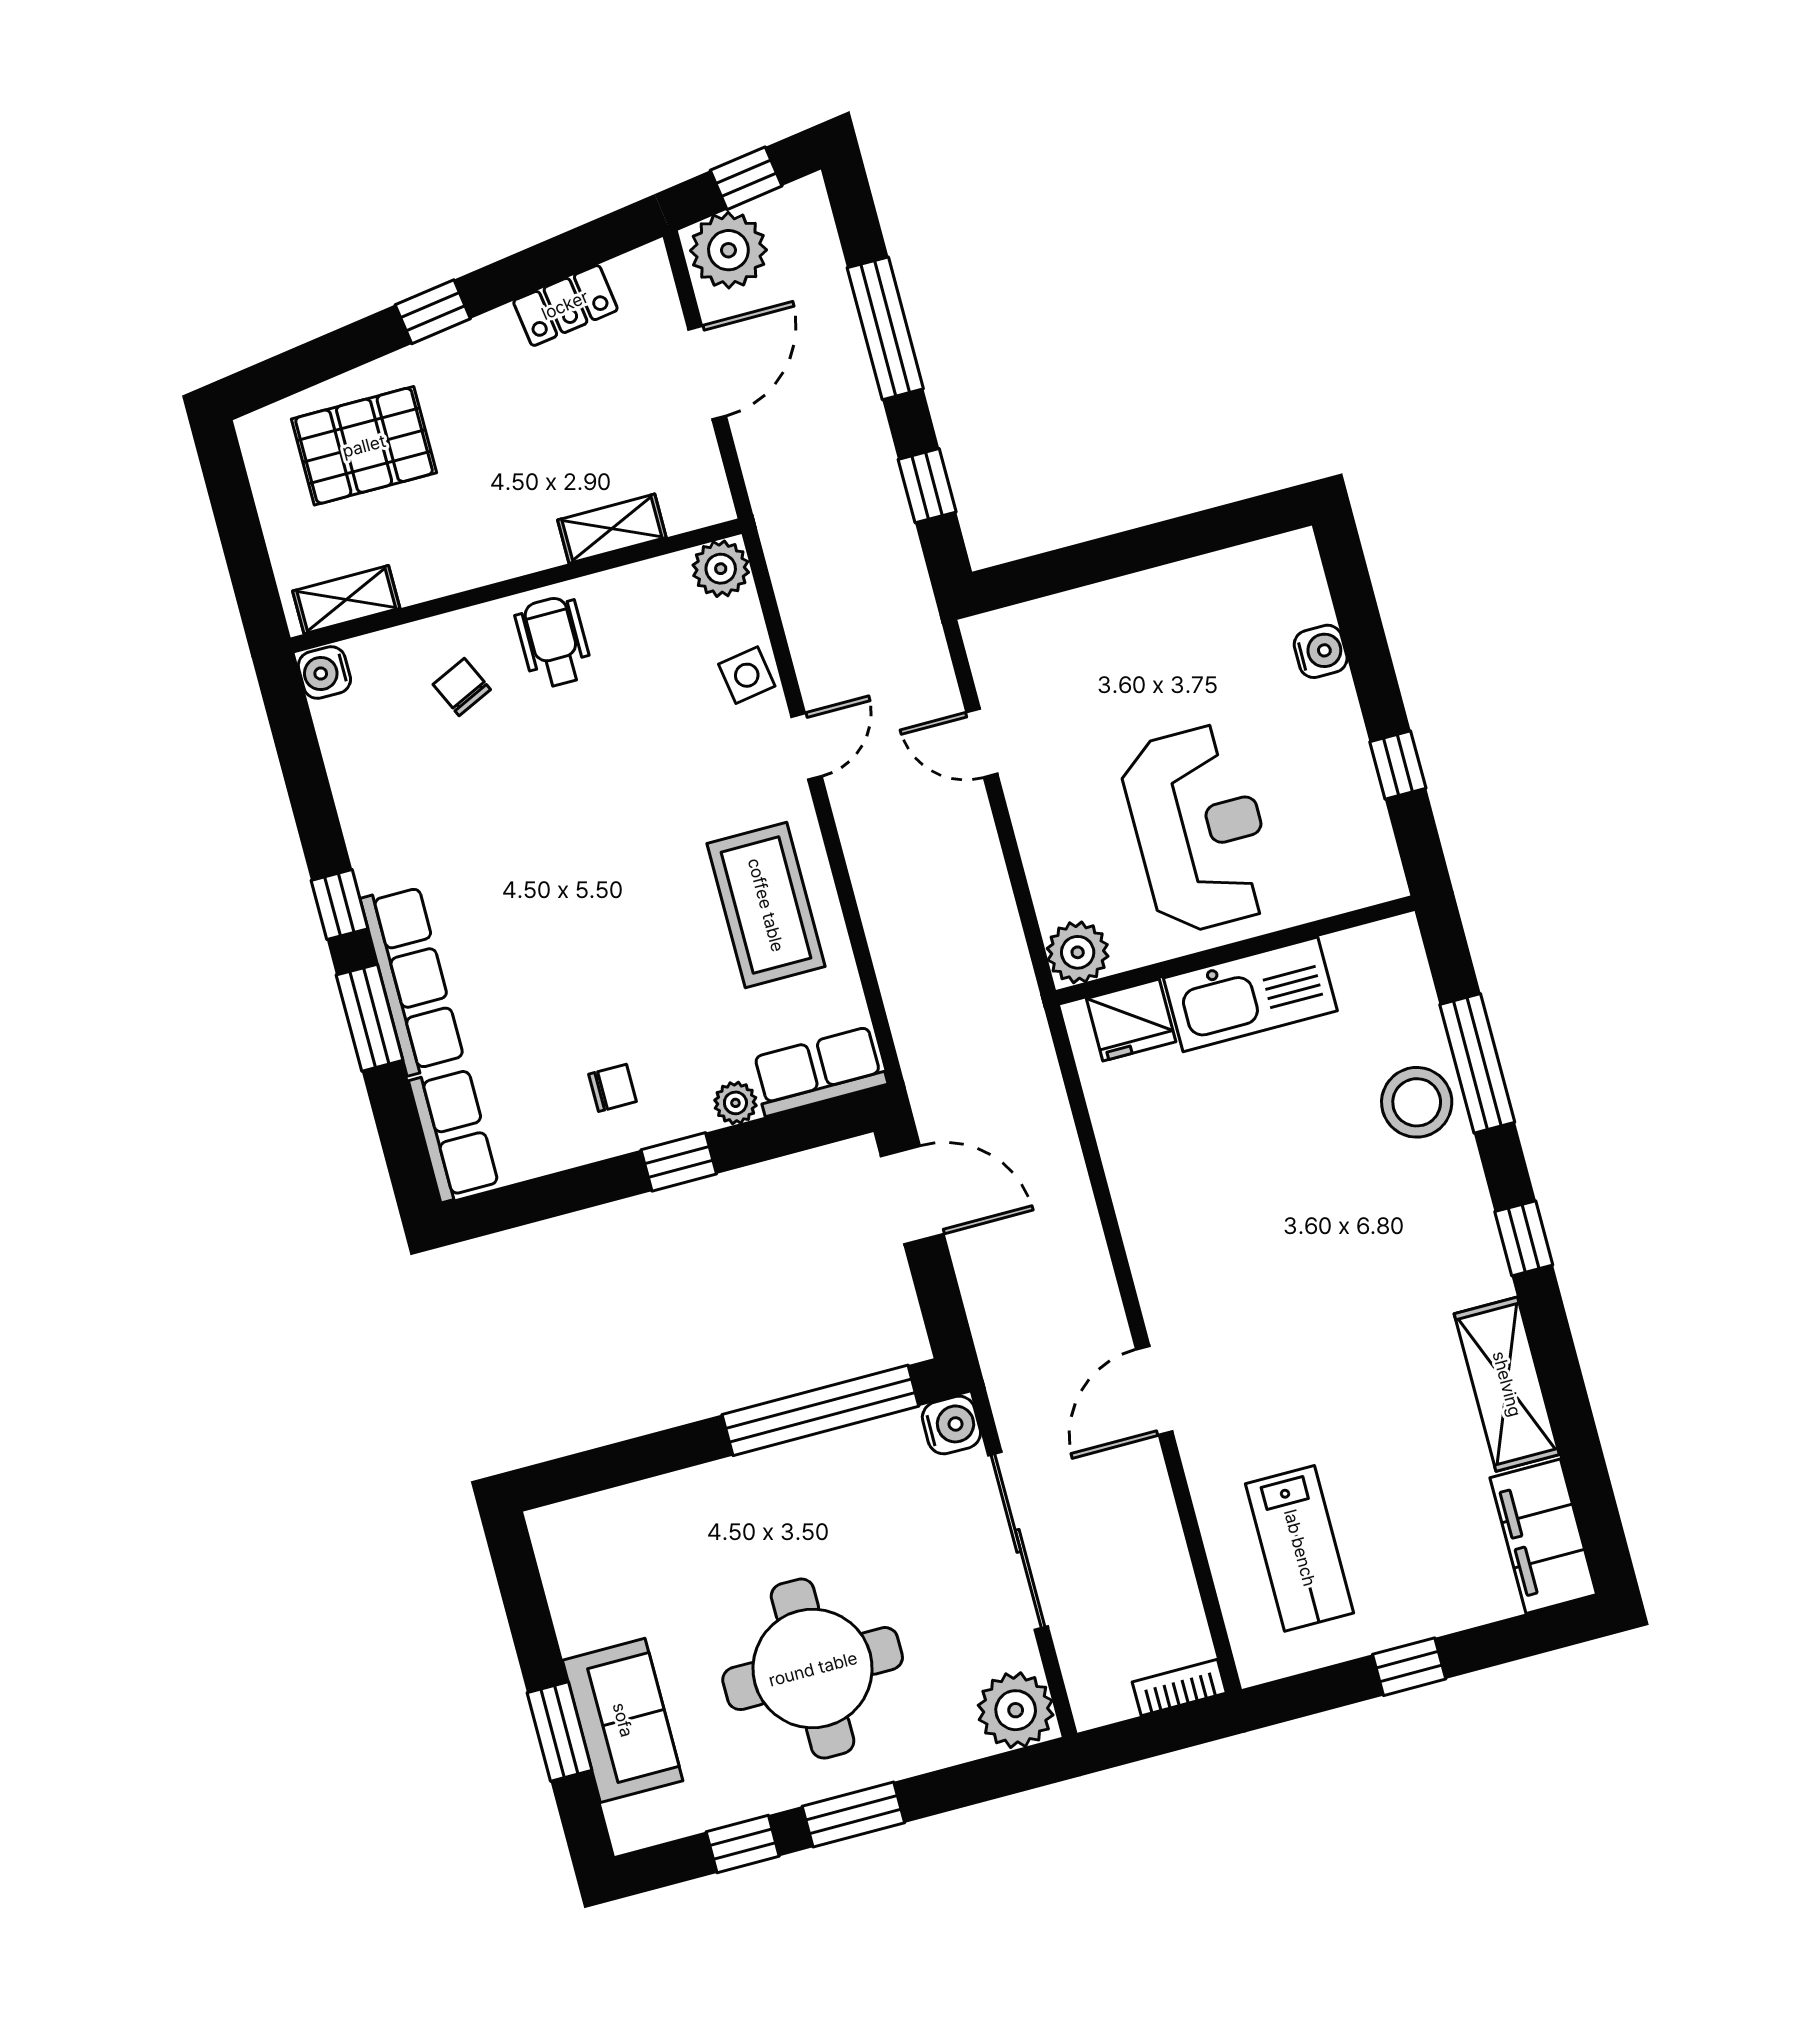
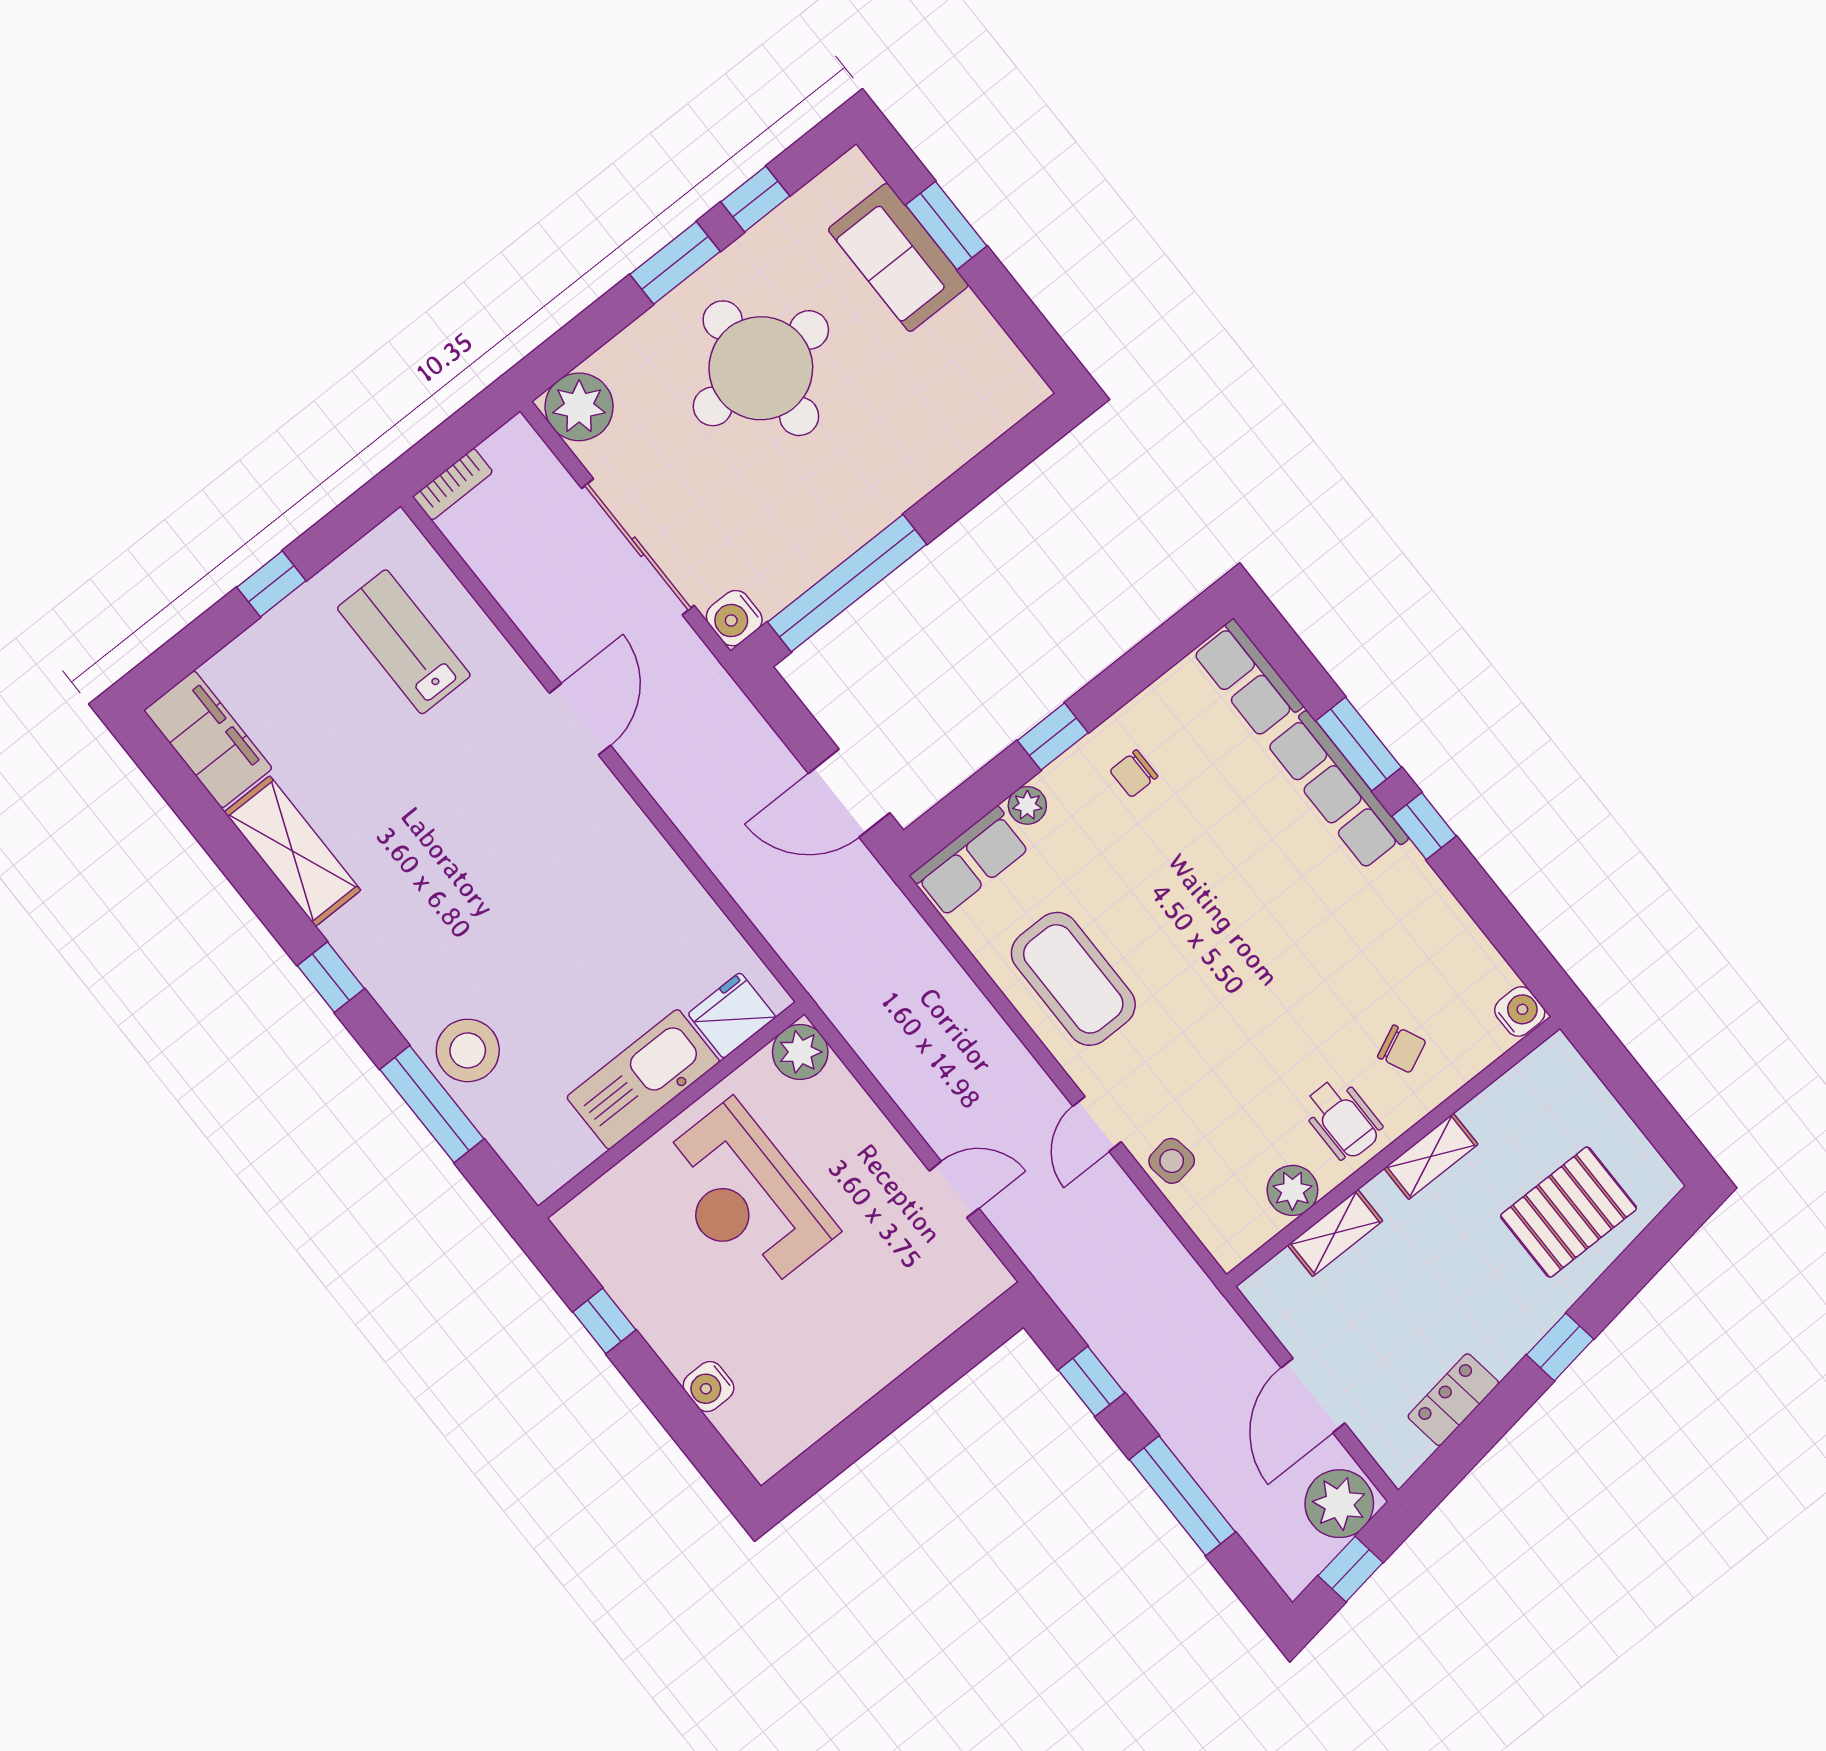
plant: (721, 569) -> (1292, 1190), moved
shelving: (346, 600) -> (1431, 1156), moved

